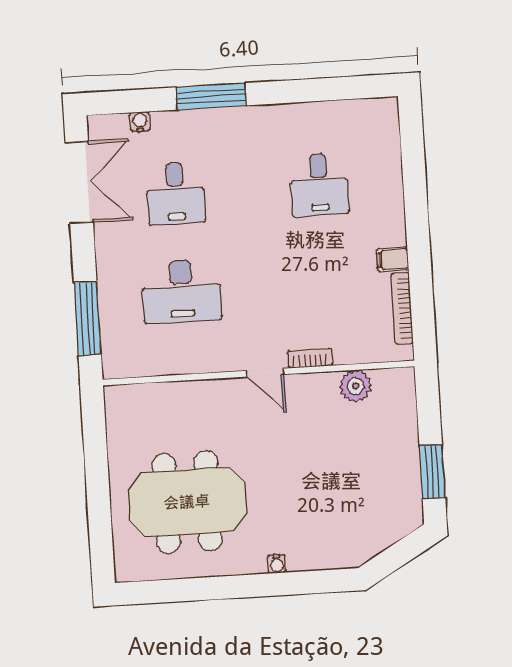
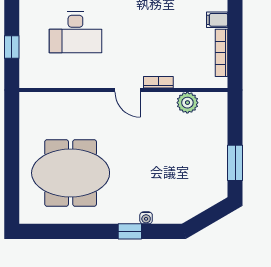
window: (87, 319) -> (12, 47), width x0.46
water cooler: (277, 564) -> (146, 218), moved
window: (281, 584) -> (130, 231), added

